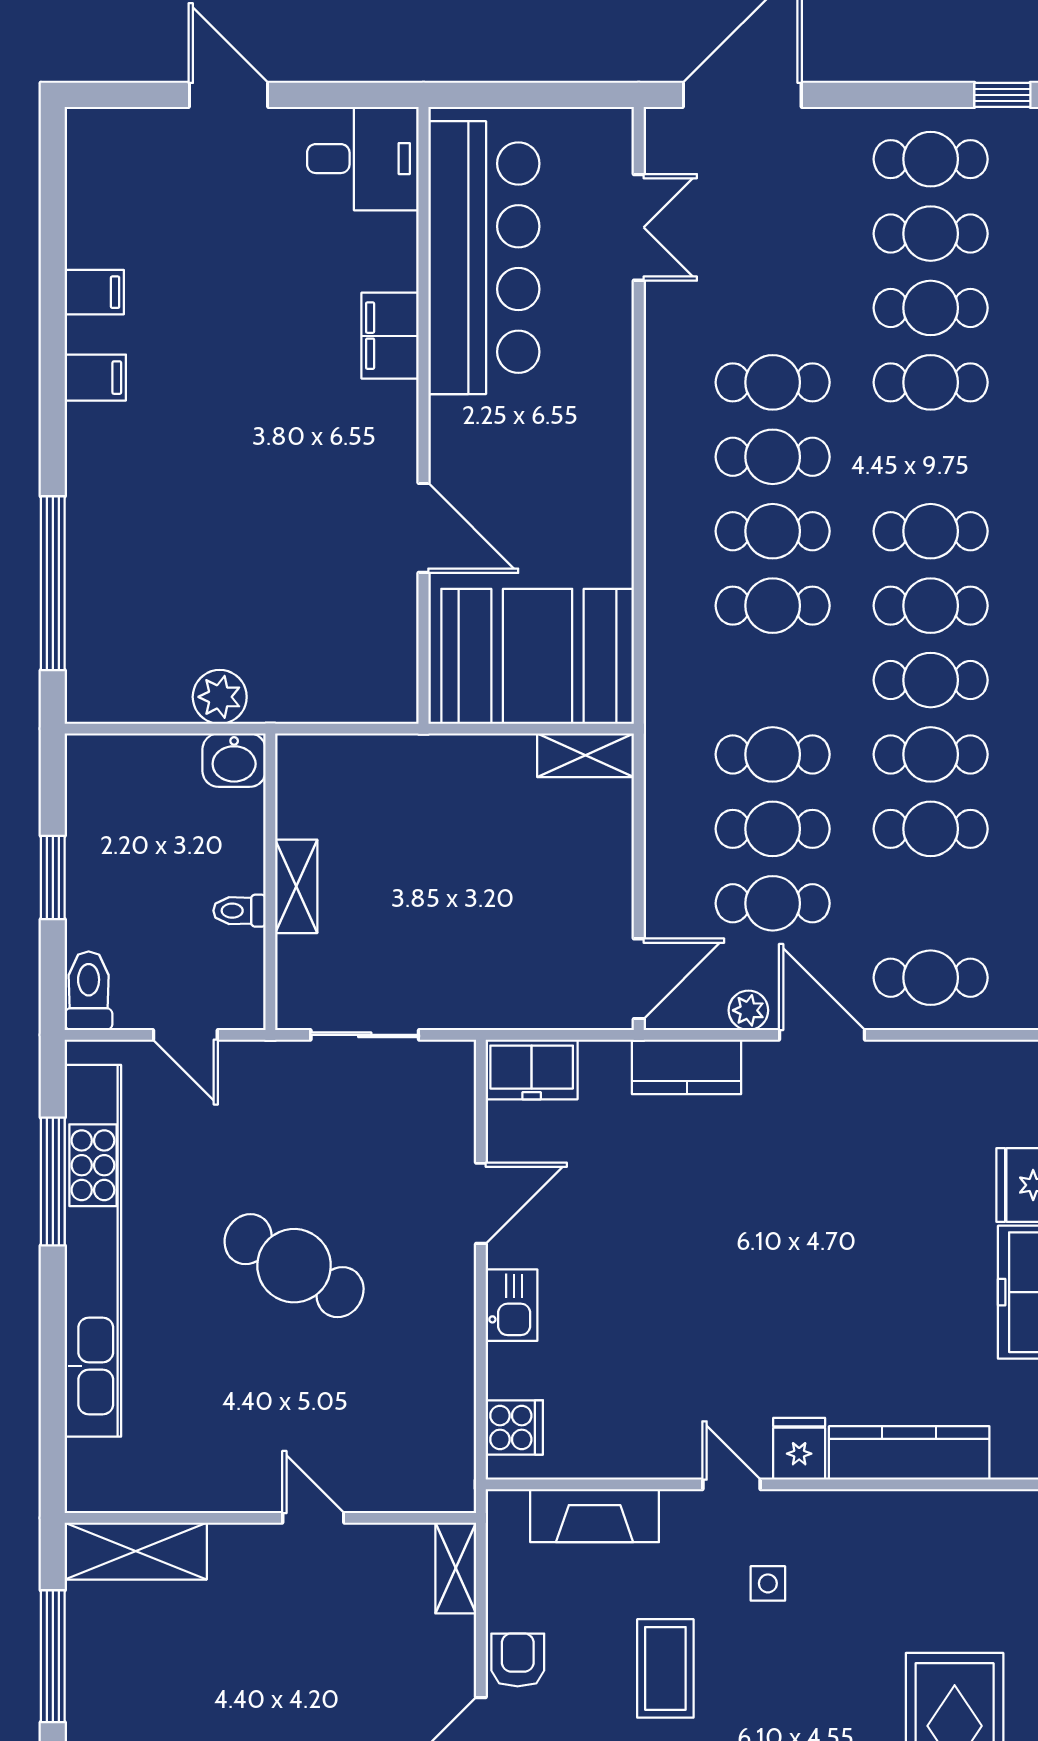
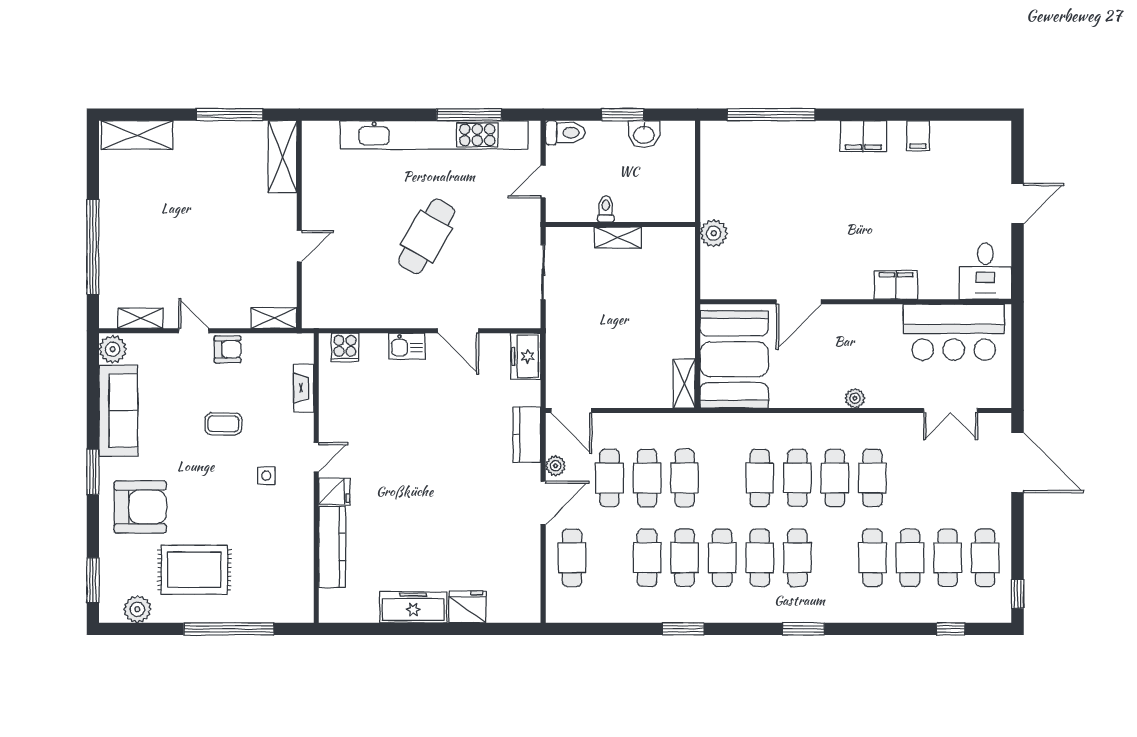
bar counter: (484, 258) -> (954, 332), width x0.73
filing cabinet: (95, 378) -> (863, 136), width x2.00
plant: (615, 417) -> (855, 398), added
plant: (220, 697) -> (714, 233), moved
washbasin: (234, 760) -> (644, 134), moved, turned -90
fireplace: (595, 1516) -> (304, 388), width x0.73, depth x0.76
coffee table: (665, 1668) -> (223, 424), width x0.73, depth x0.77

